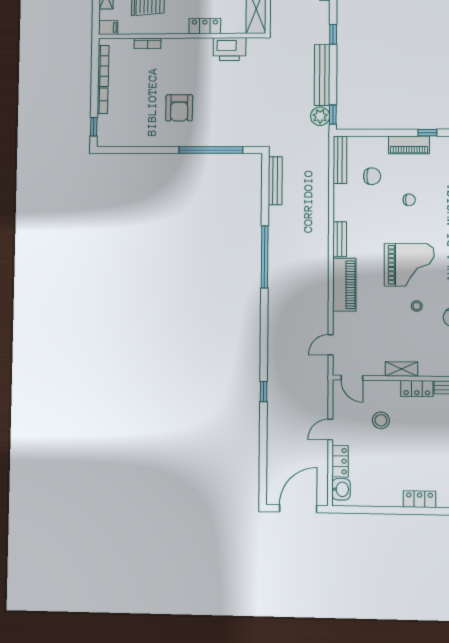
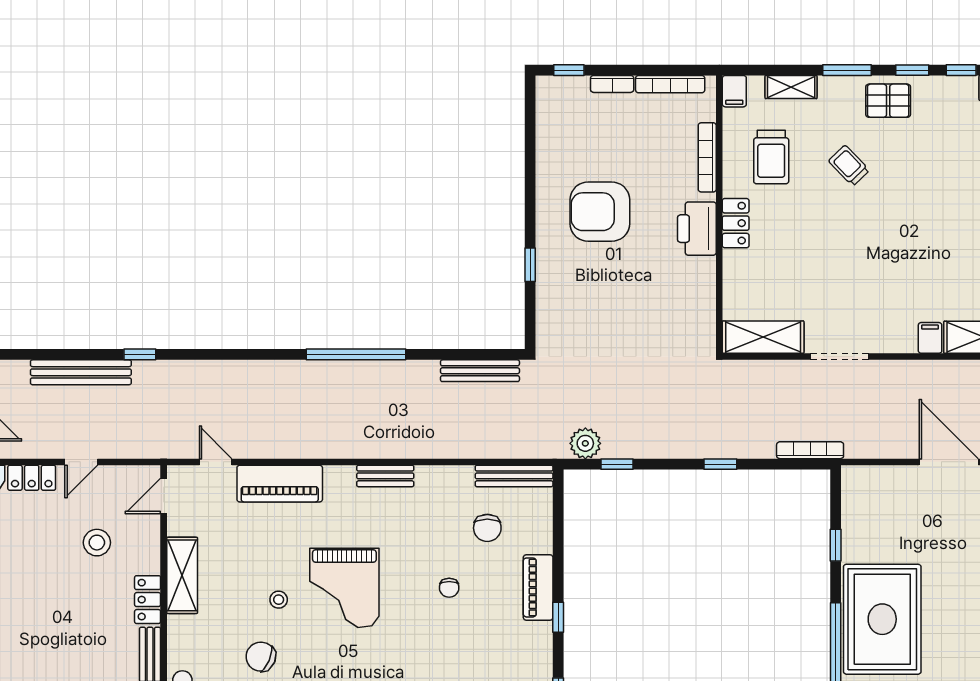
locker: (205, 26) -> (736, 223), moved
bookcase: (147, 43) -> (707, 157), width x1.56
printer: (230, 49) -> (697, 229), moved
bench: (322, 75) -> (81, 372), moved
armchair: (179, 108) -> (600, 212), width x1.36, depth x1.36
window: (333, 114) -> (617, 464), moved
window: (211, 150) -> (530, 265), width x0.32
piano: (344, 285) -> (280, 484), moved
shelving: (402, 369) -> (182, 575), width x1.50, depth x1.33
door: (330, 430) -> (81, 462), swing flipped

